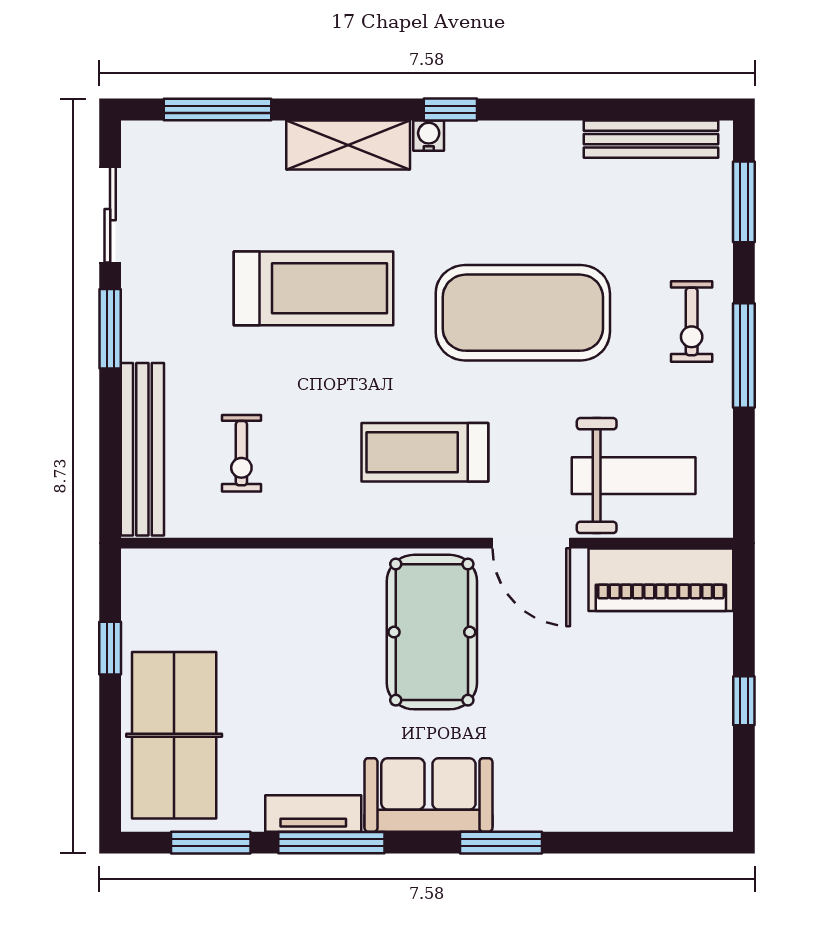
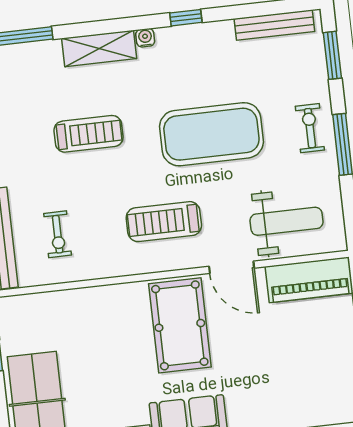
window: (450, 109) -> (186, 18), moved
treadmill: (314, 288) -> (89, 134), width x0.73, depth x0.73
exercise bike: (692, 322) -> (310, 128), turned 180

